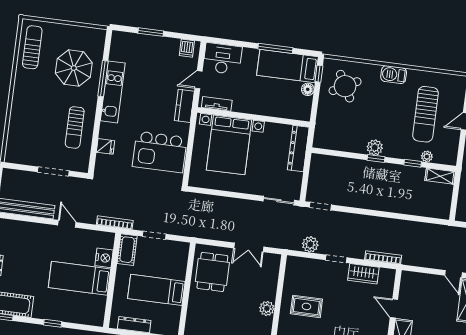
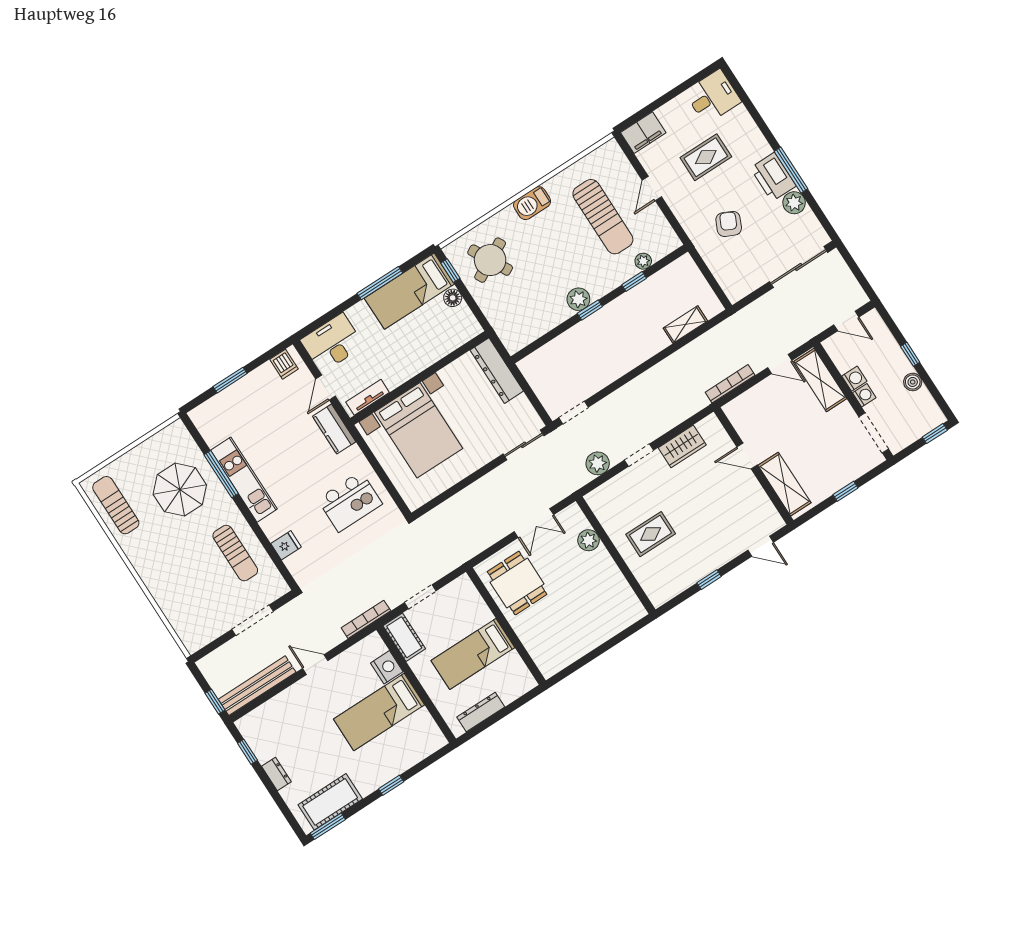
kitchen island: (160, 152) -> (350, 502), width x0.73, depth x0.78
shelving: (440, 176) -> (685, 325), moved
bookcase: (383, 257) -> (730, 384), moved
plant: (267, 308) -> (588, 540), moved

